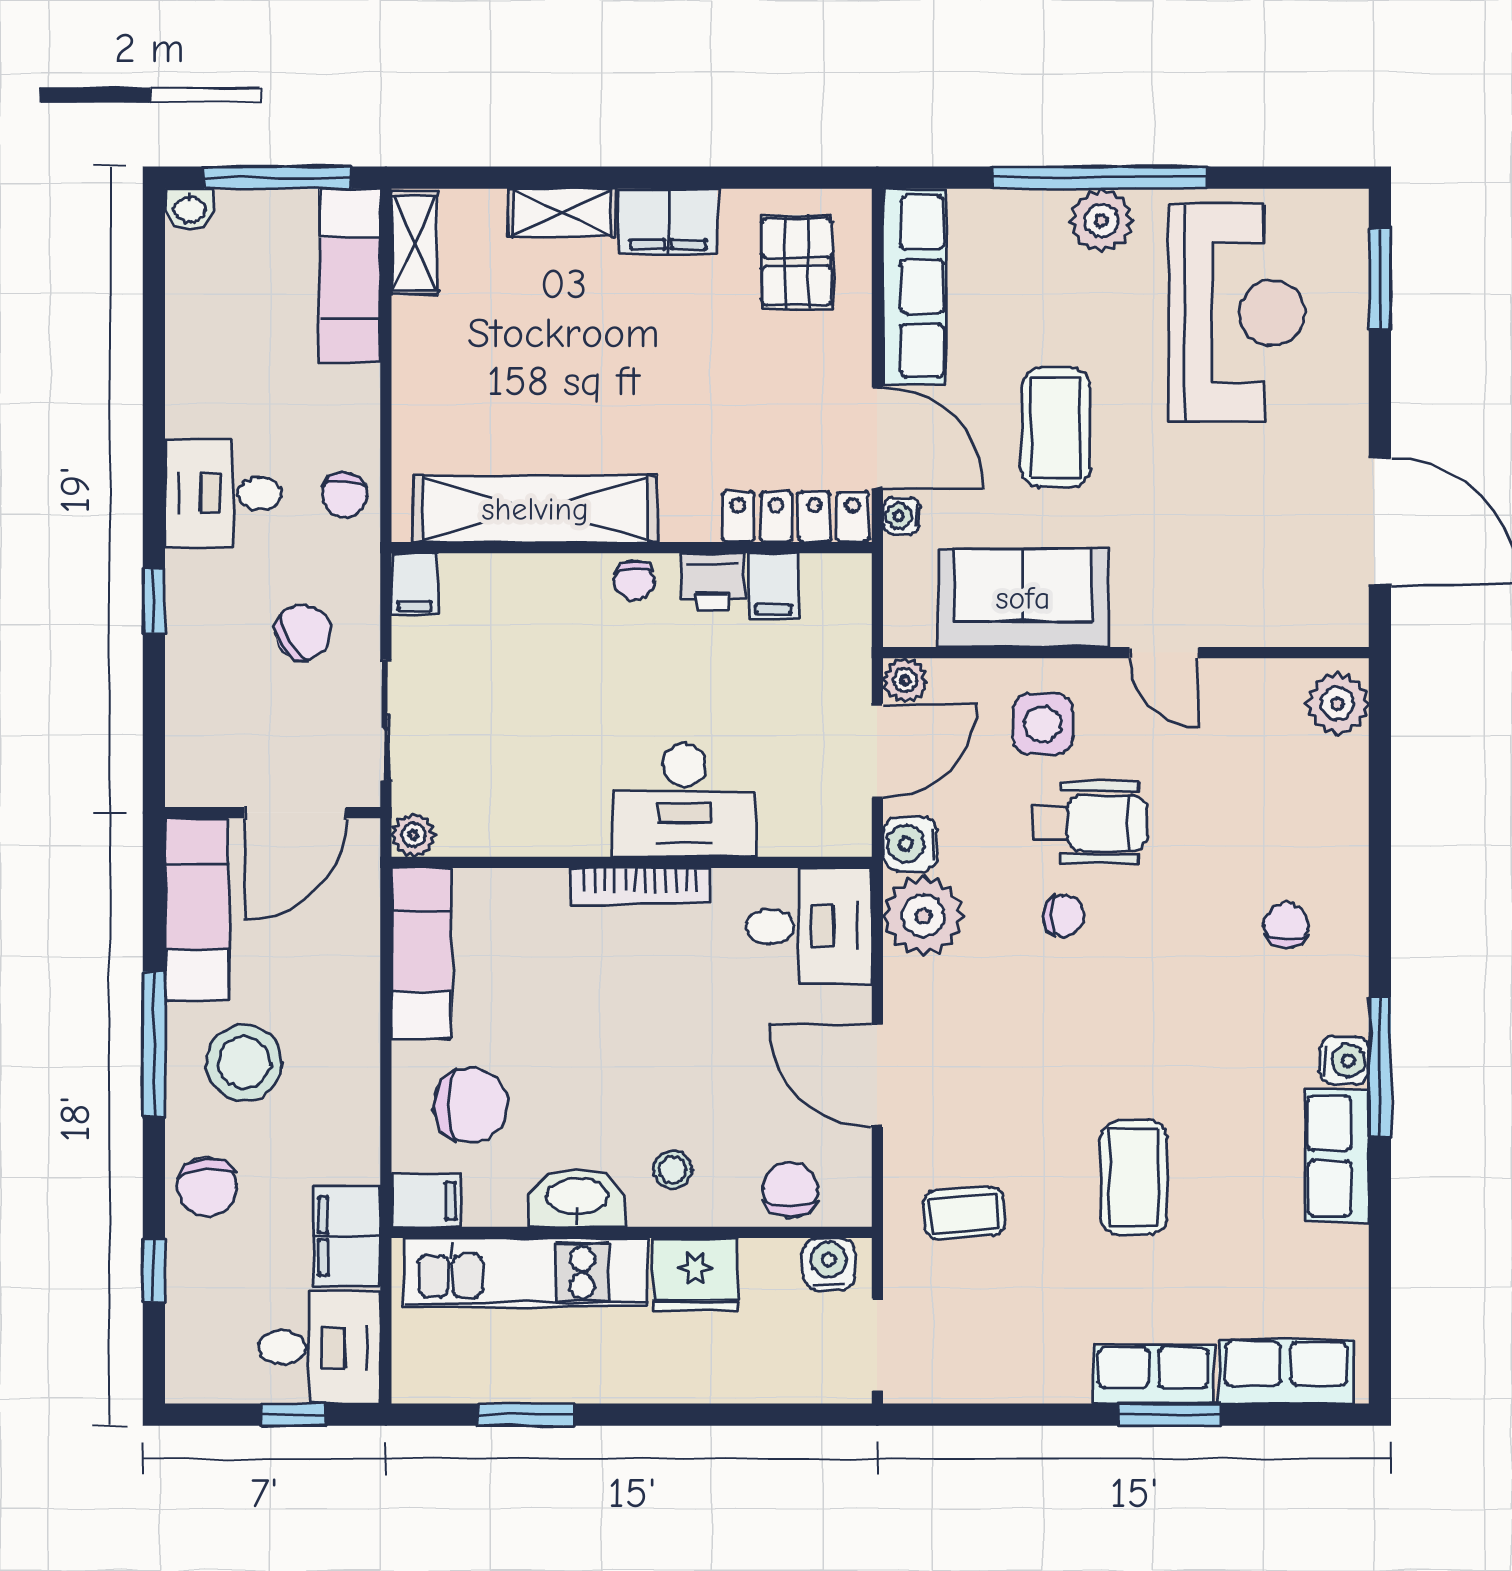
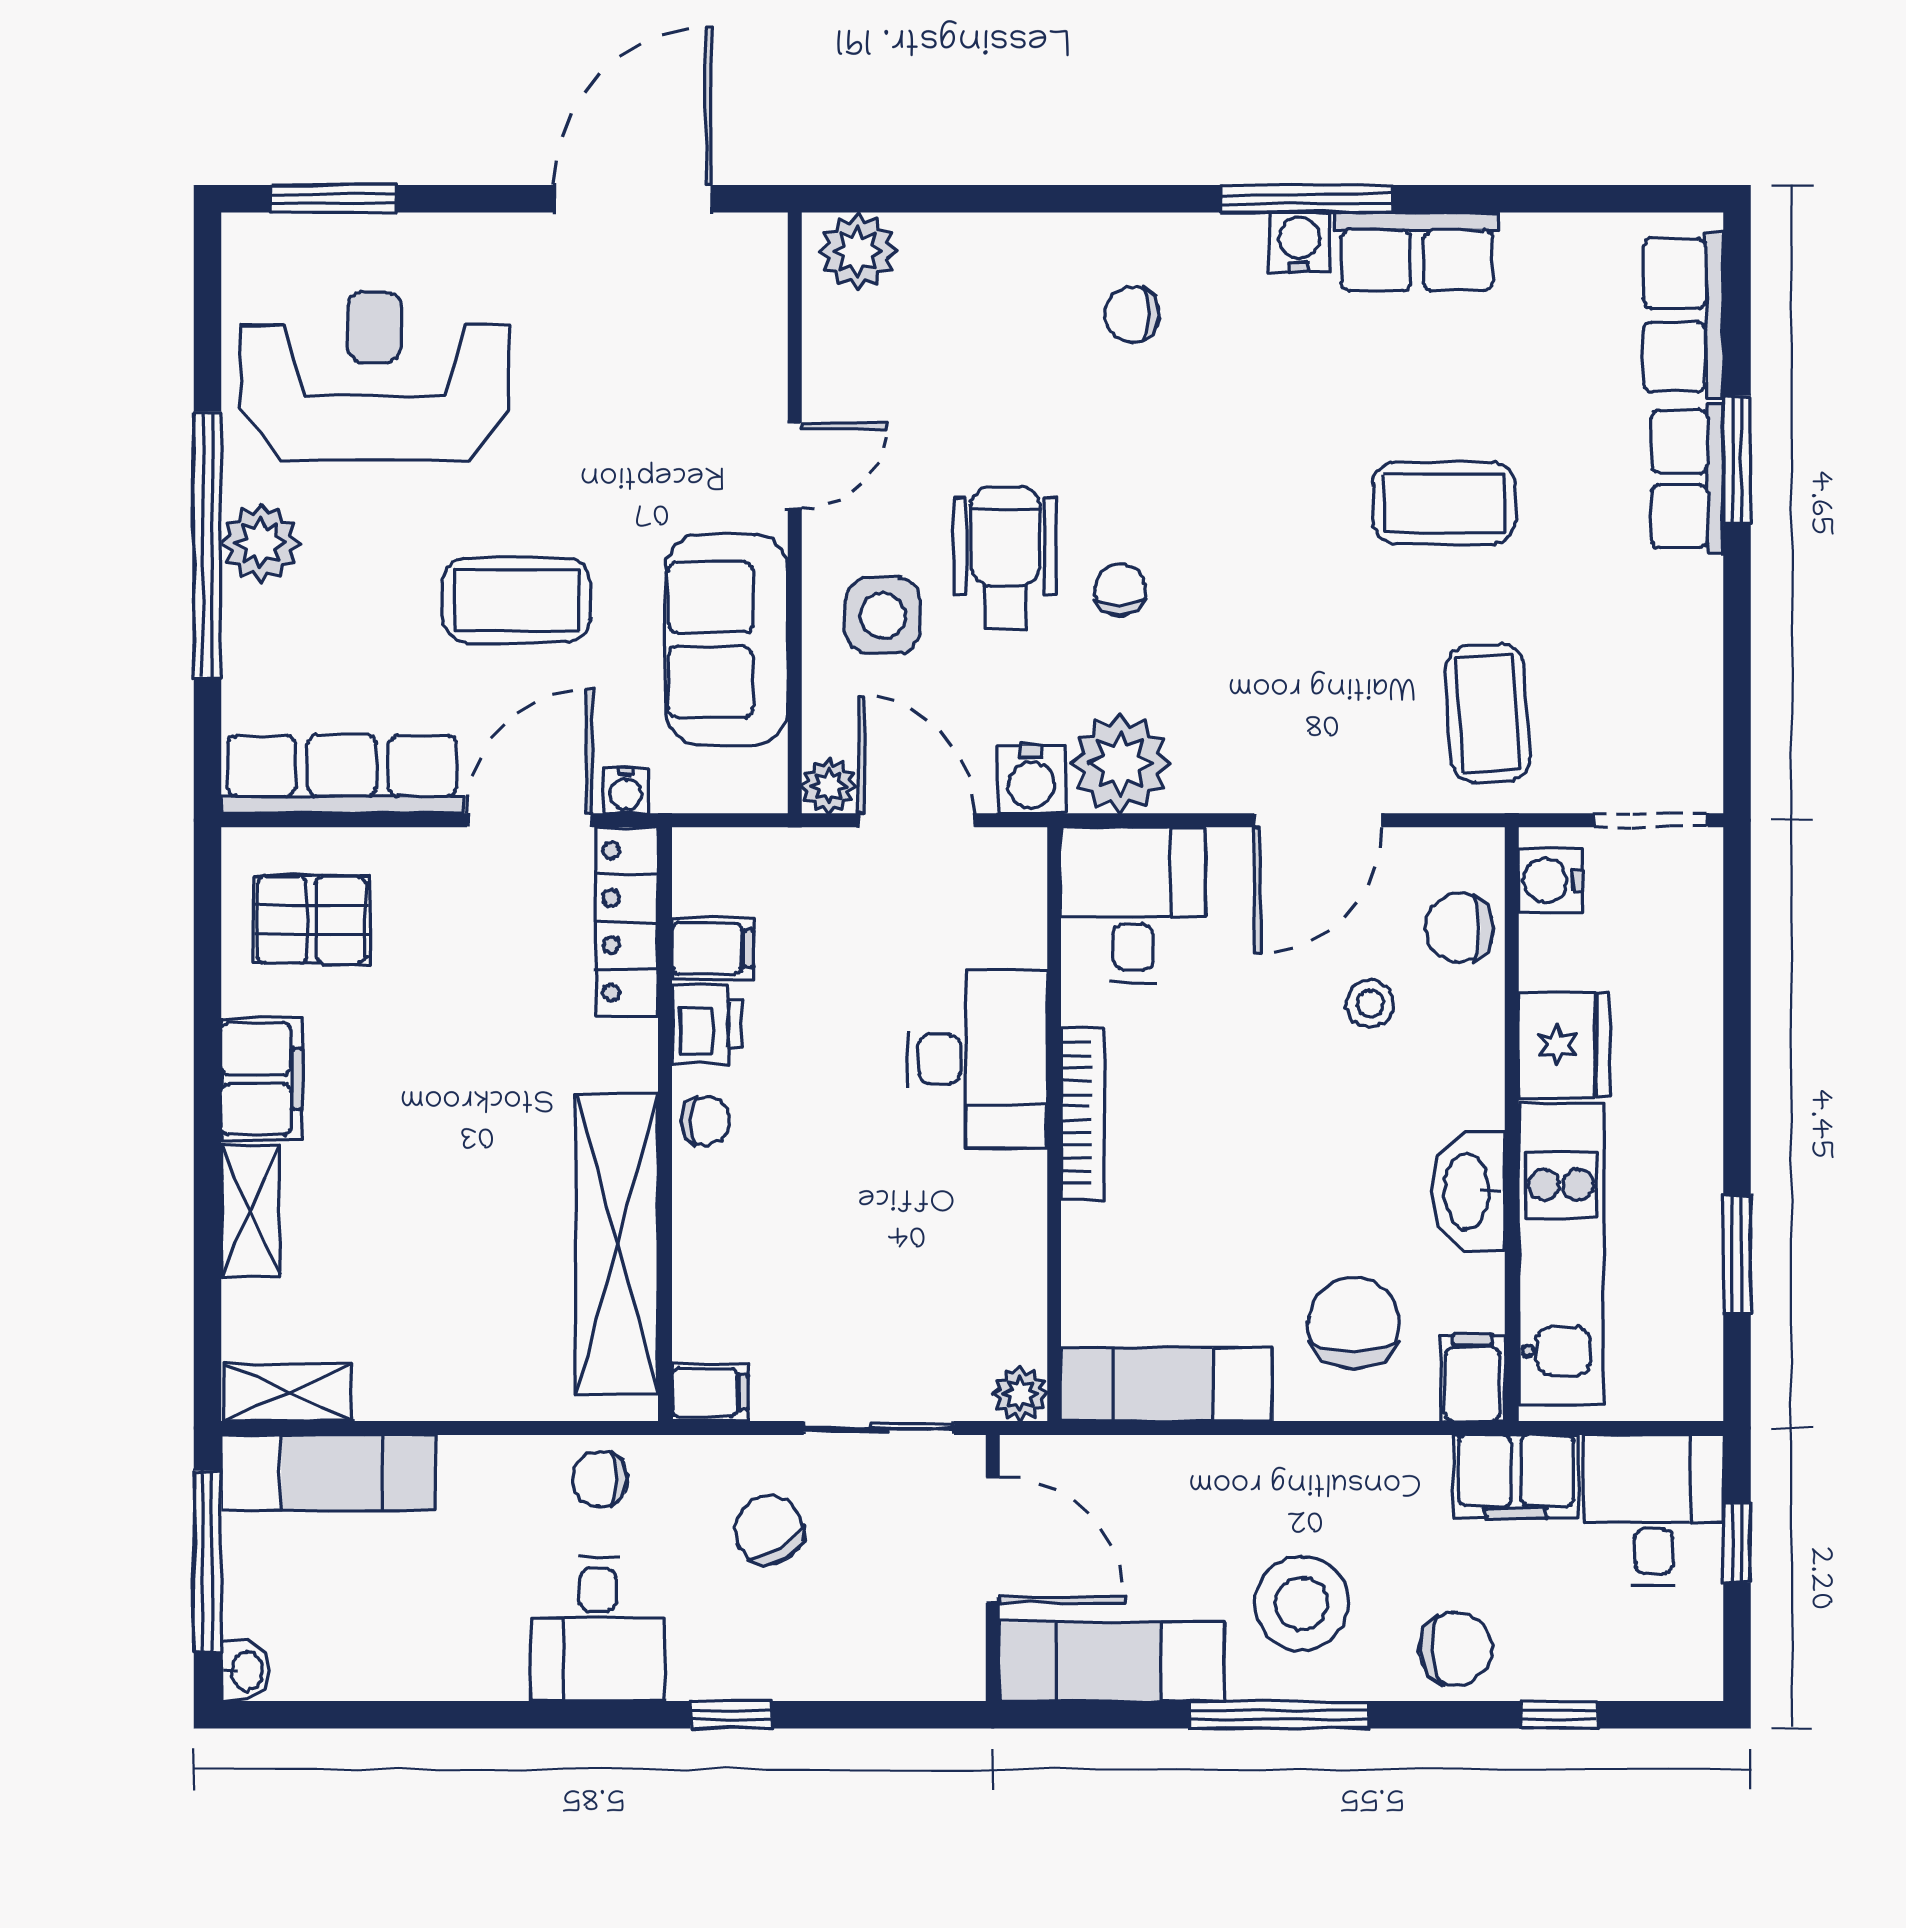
chair: (345, 495) -> (600, 1479), turned 180
stool: (673, 1170) -> (1370, 1003), moved
coffee table: (964, 1213) -> (1488, 713), width x1.36, depth x1.30

